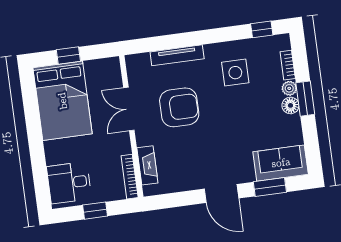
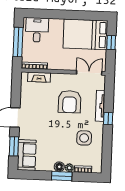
window: (262, 29) -> (108, 119), moved
double door: (129, 109) -> (89, 73), moved
window: (95, 211) -> (18, 42), width x2.17

